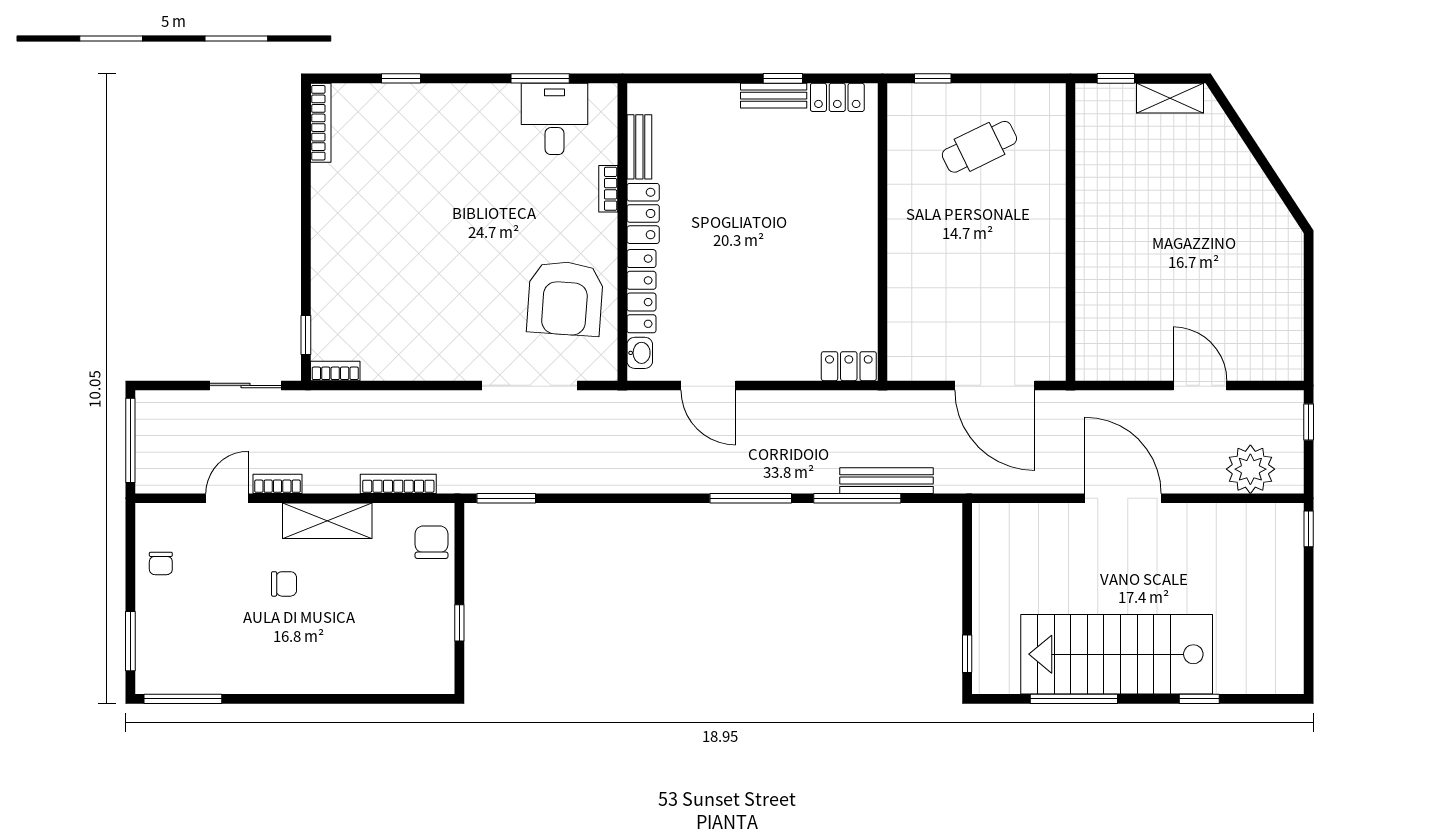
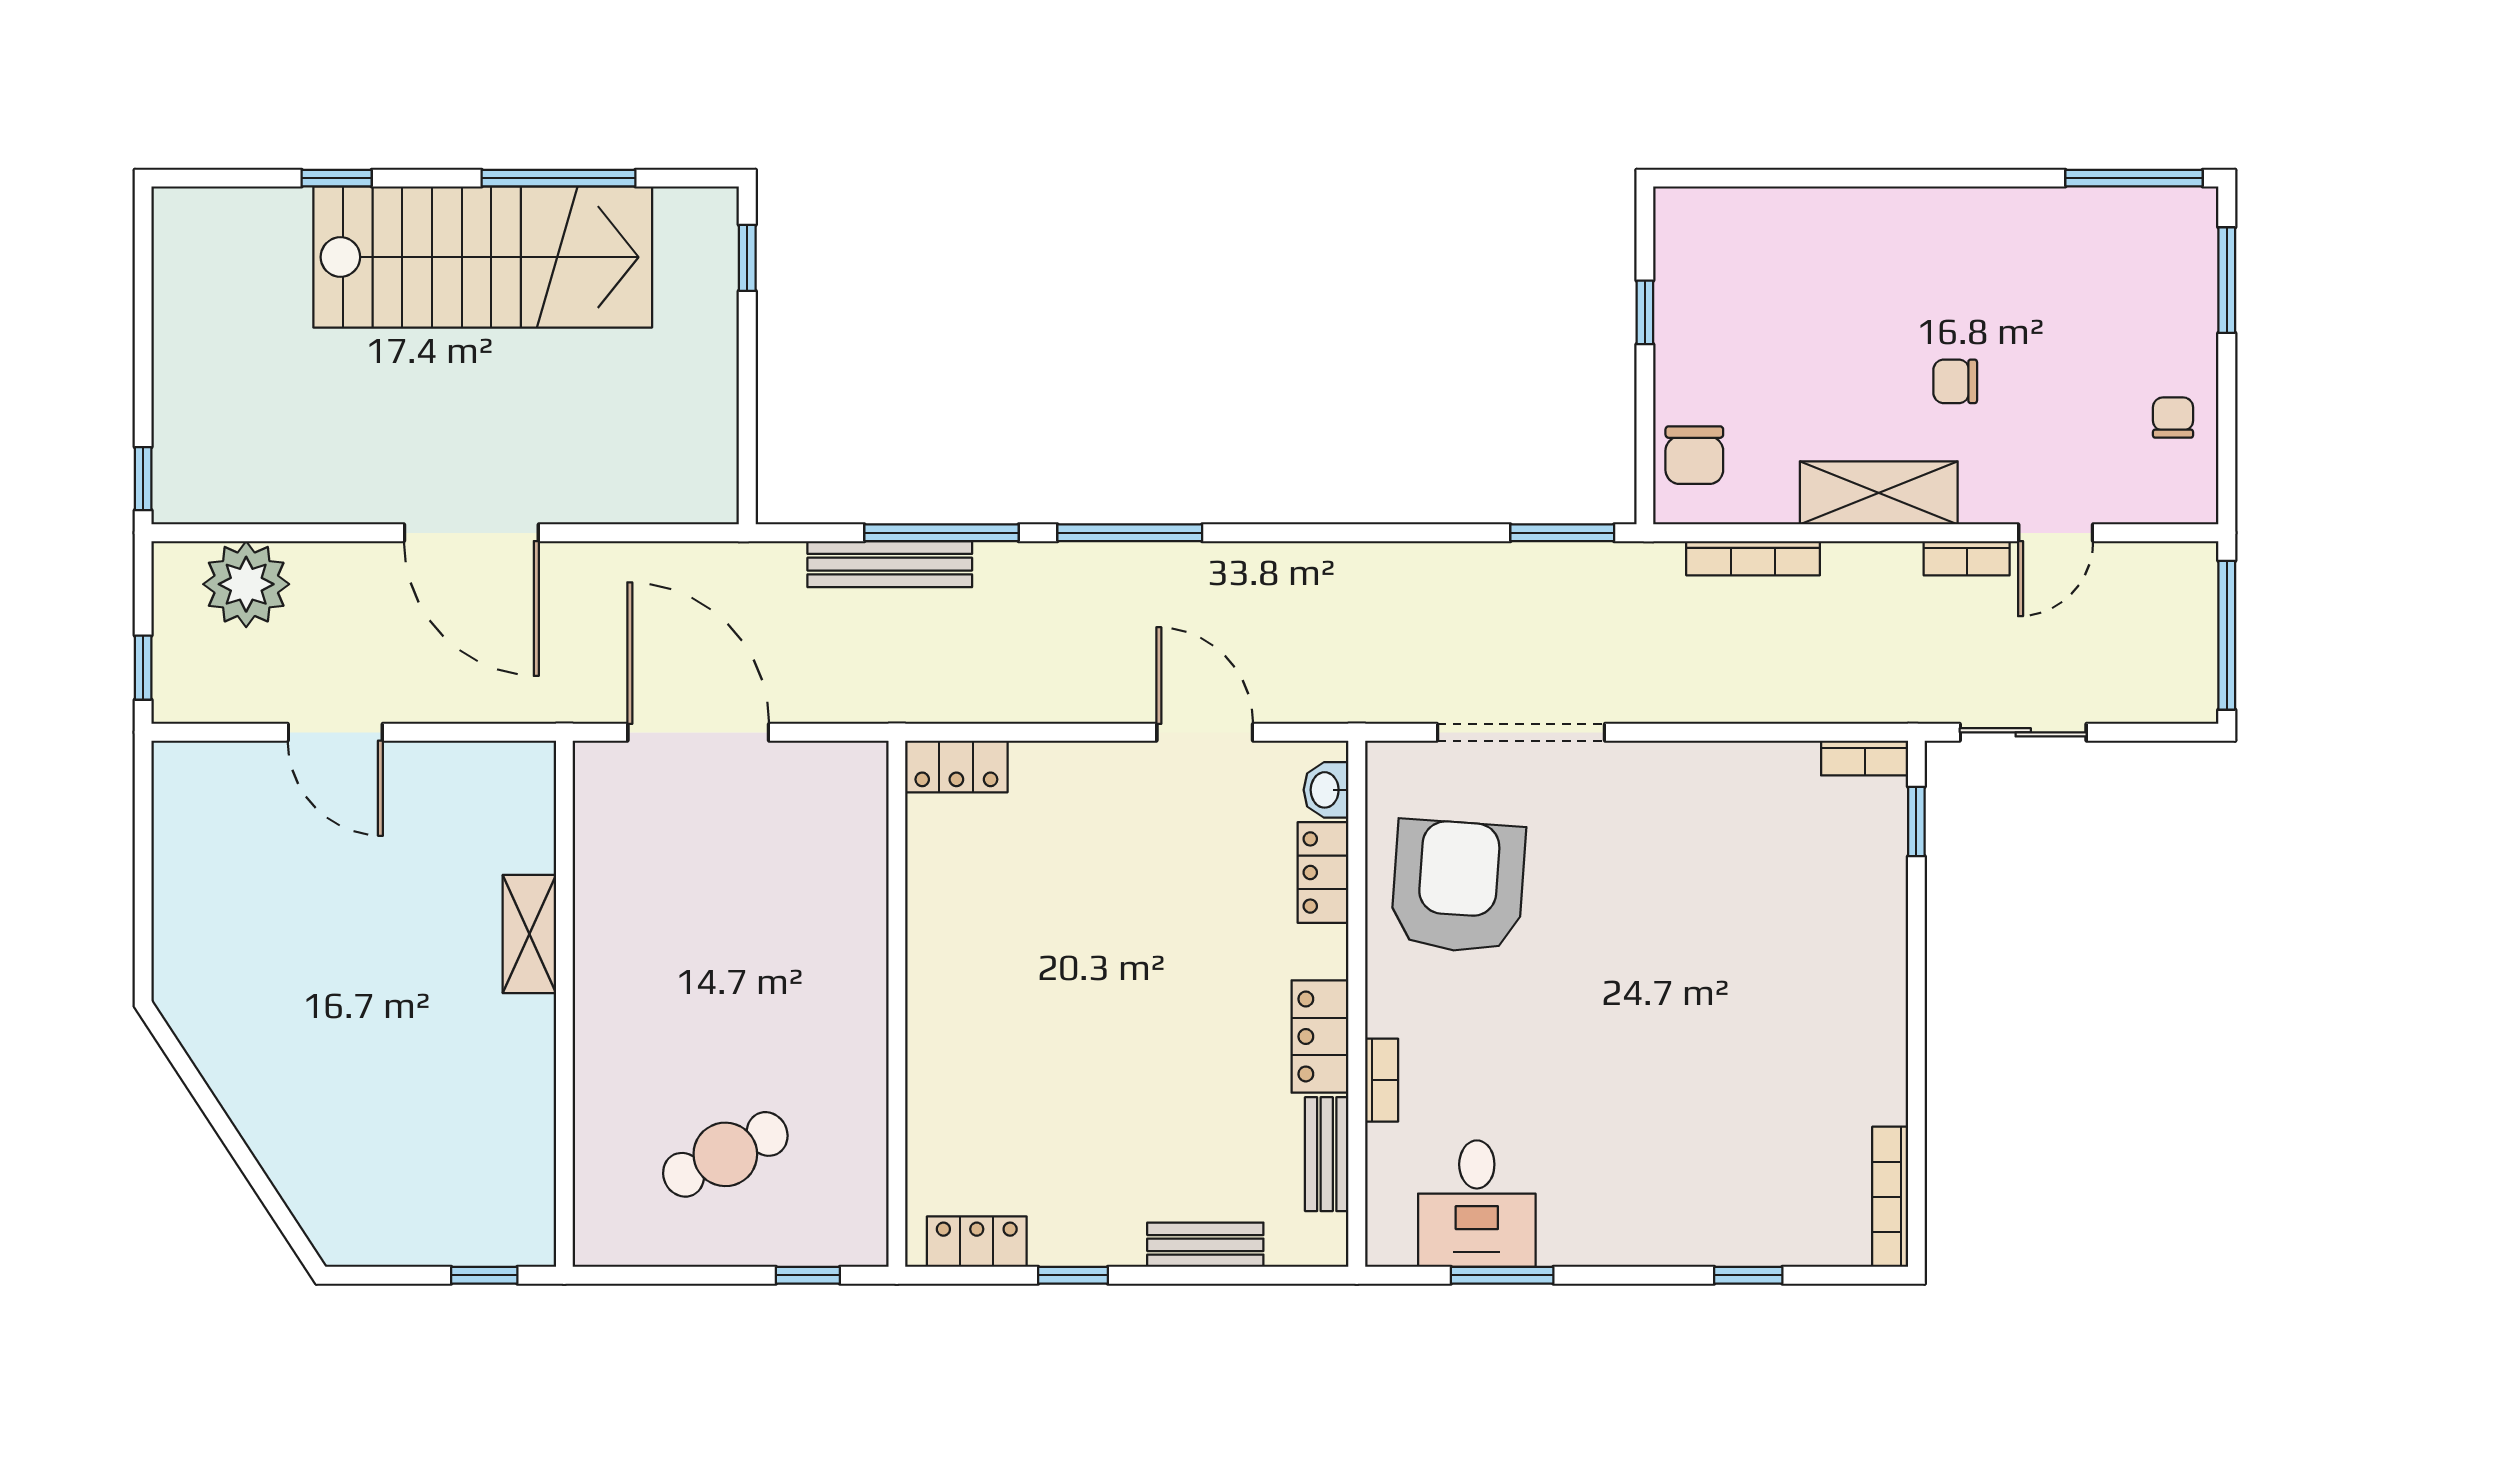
bench: (774, 96) -> (1205, 1245), moved
shelving: (1170, 98) -> (529, 934), moved, turned 90
locker: (641, 291) -> (1323, 872), width x0.66

